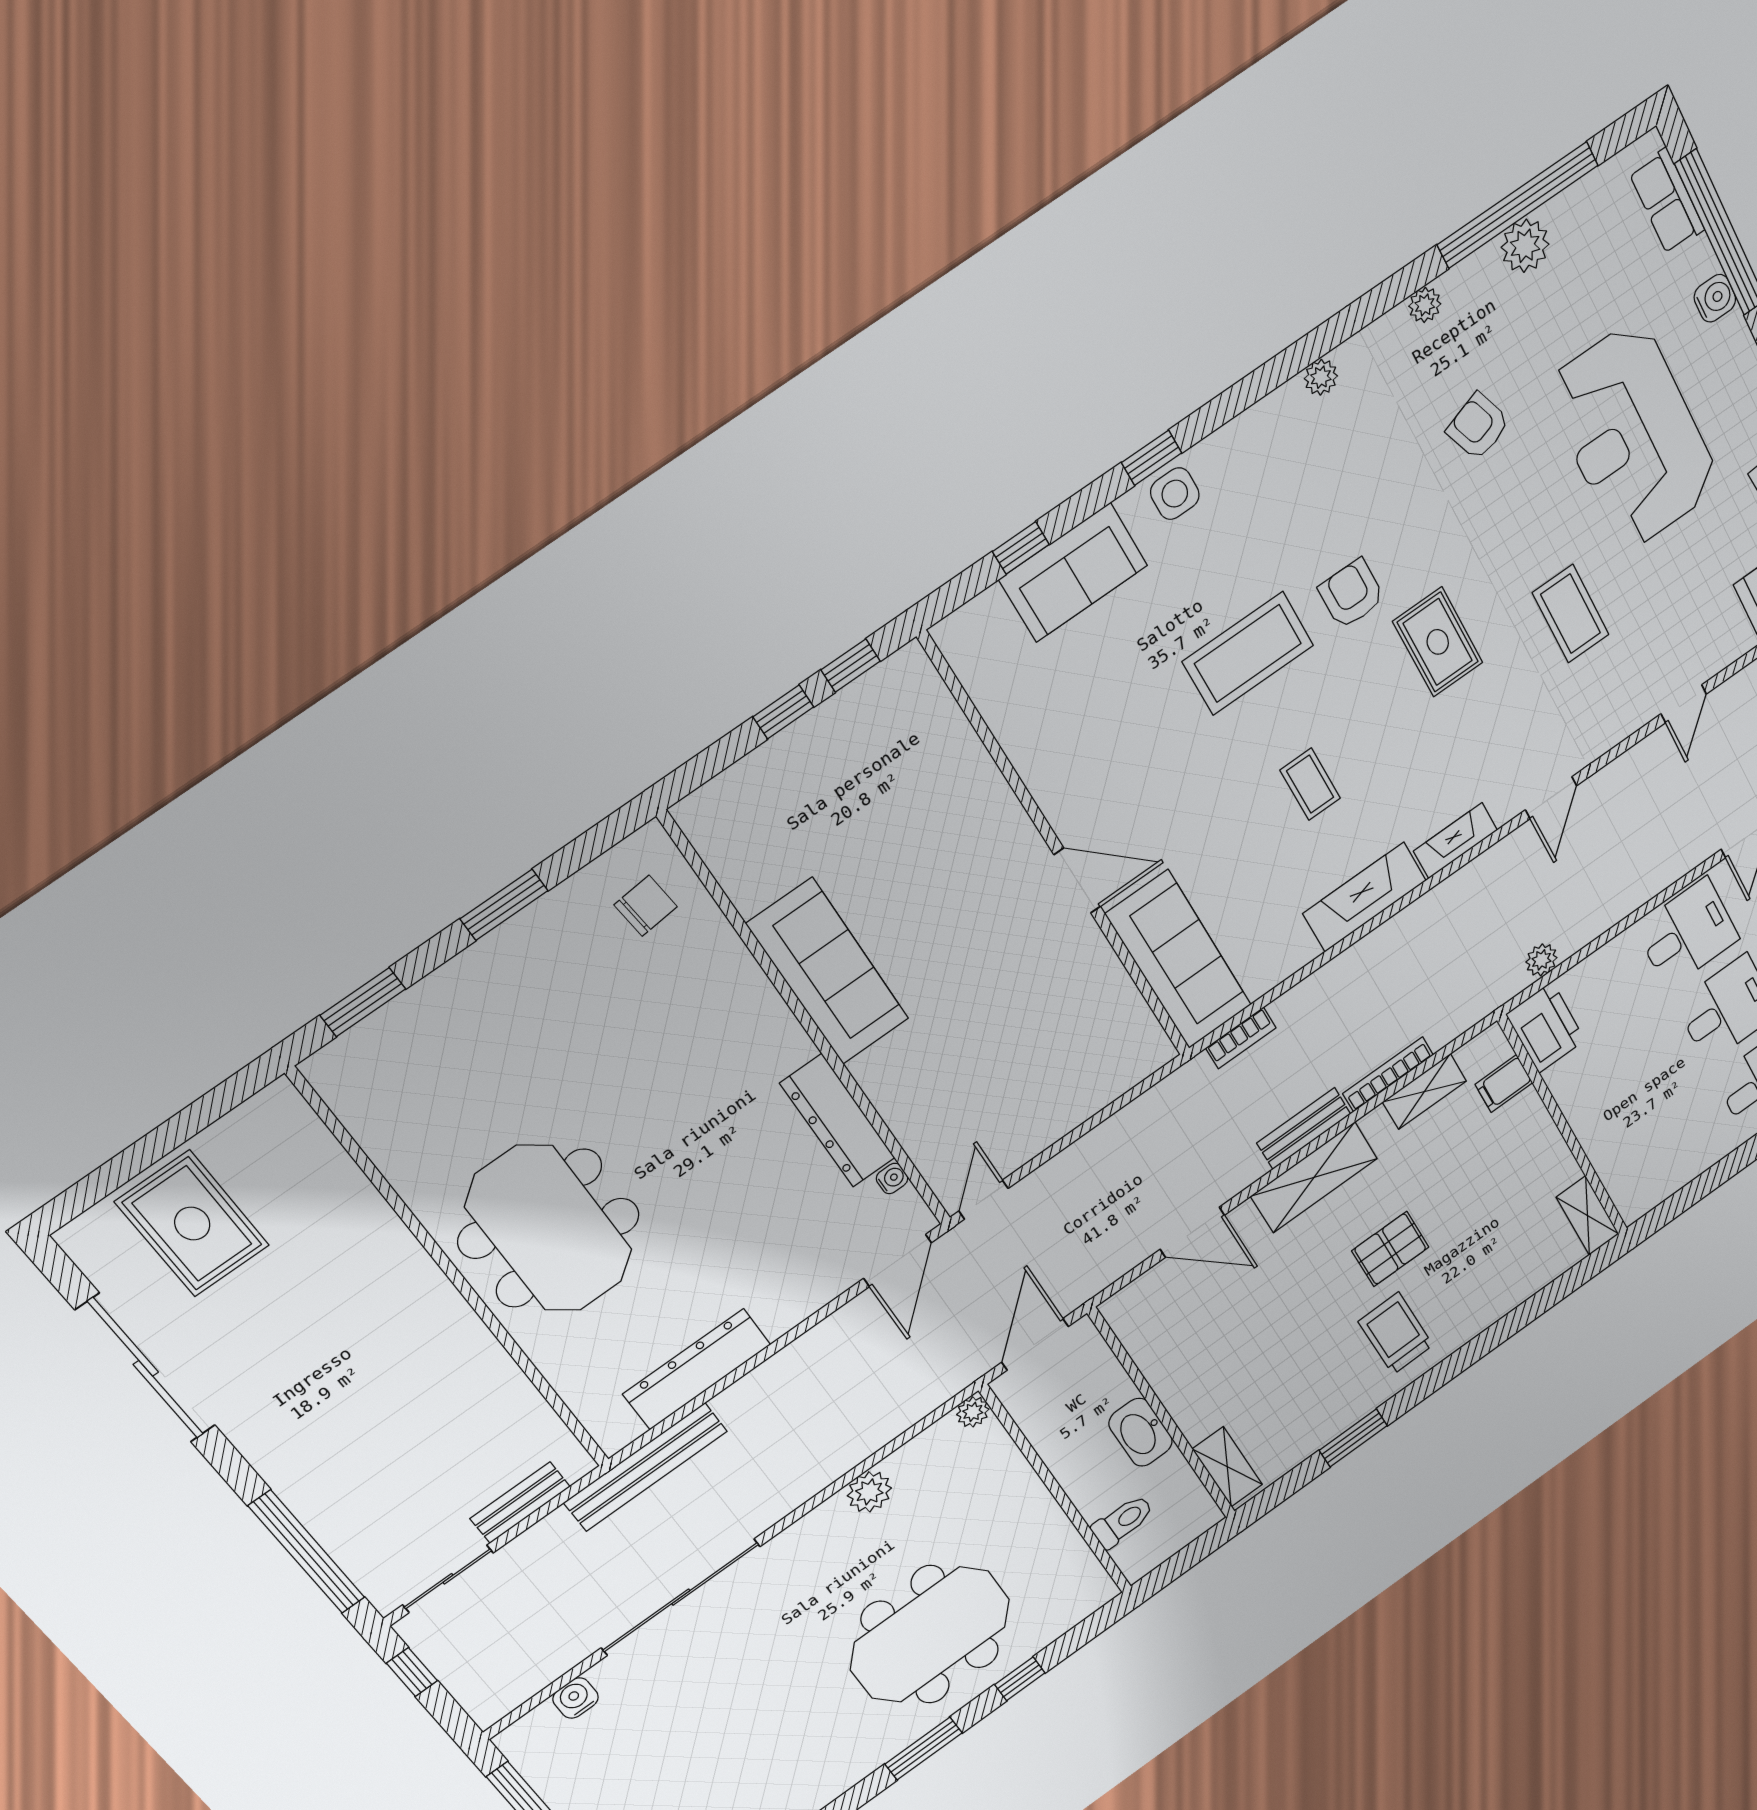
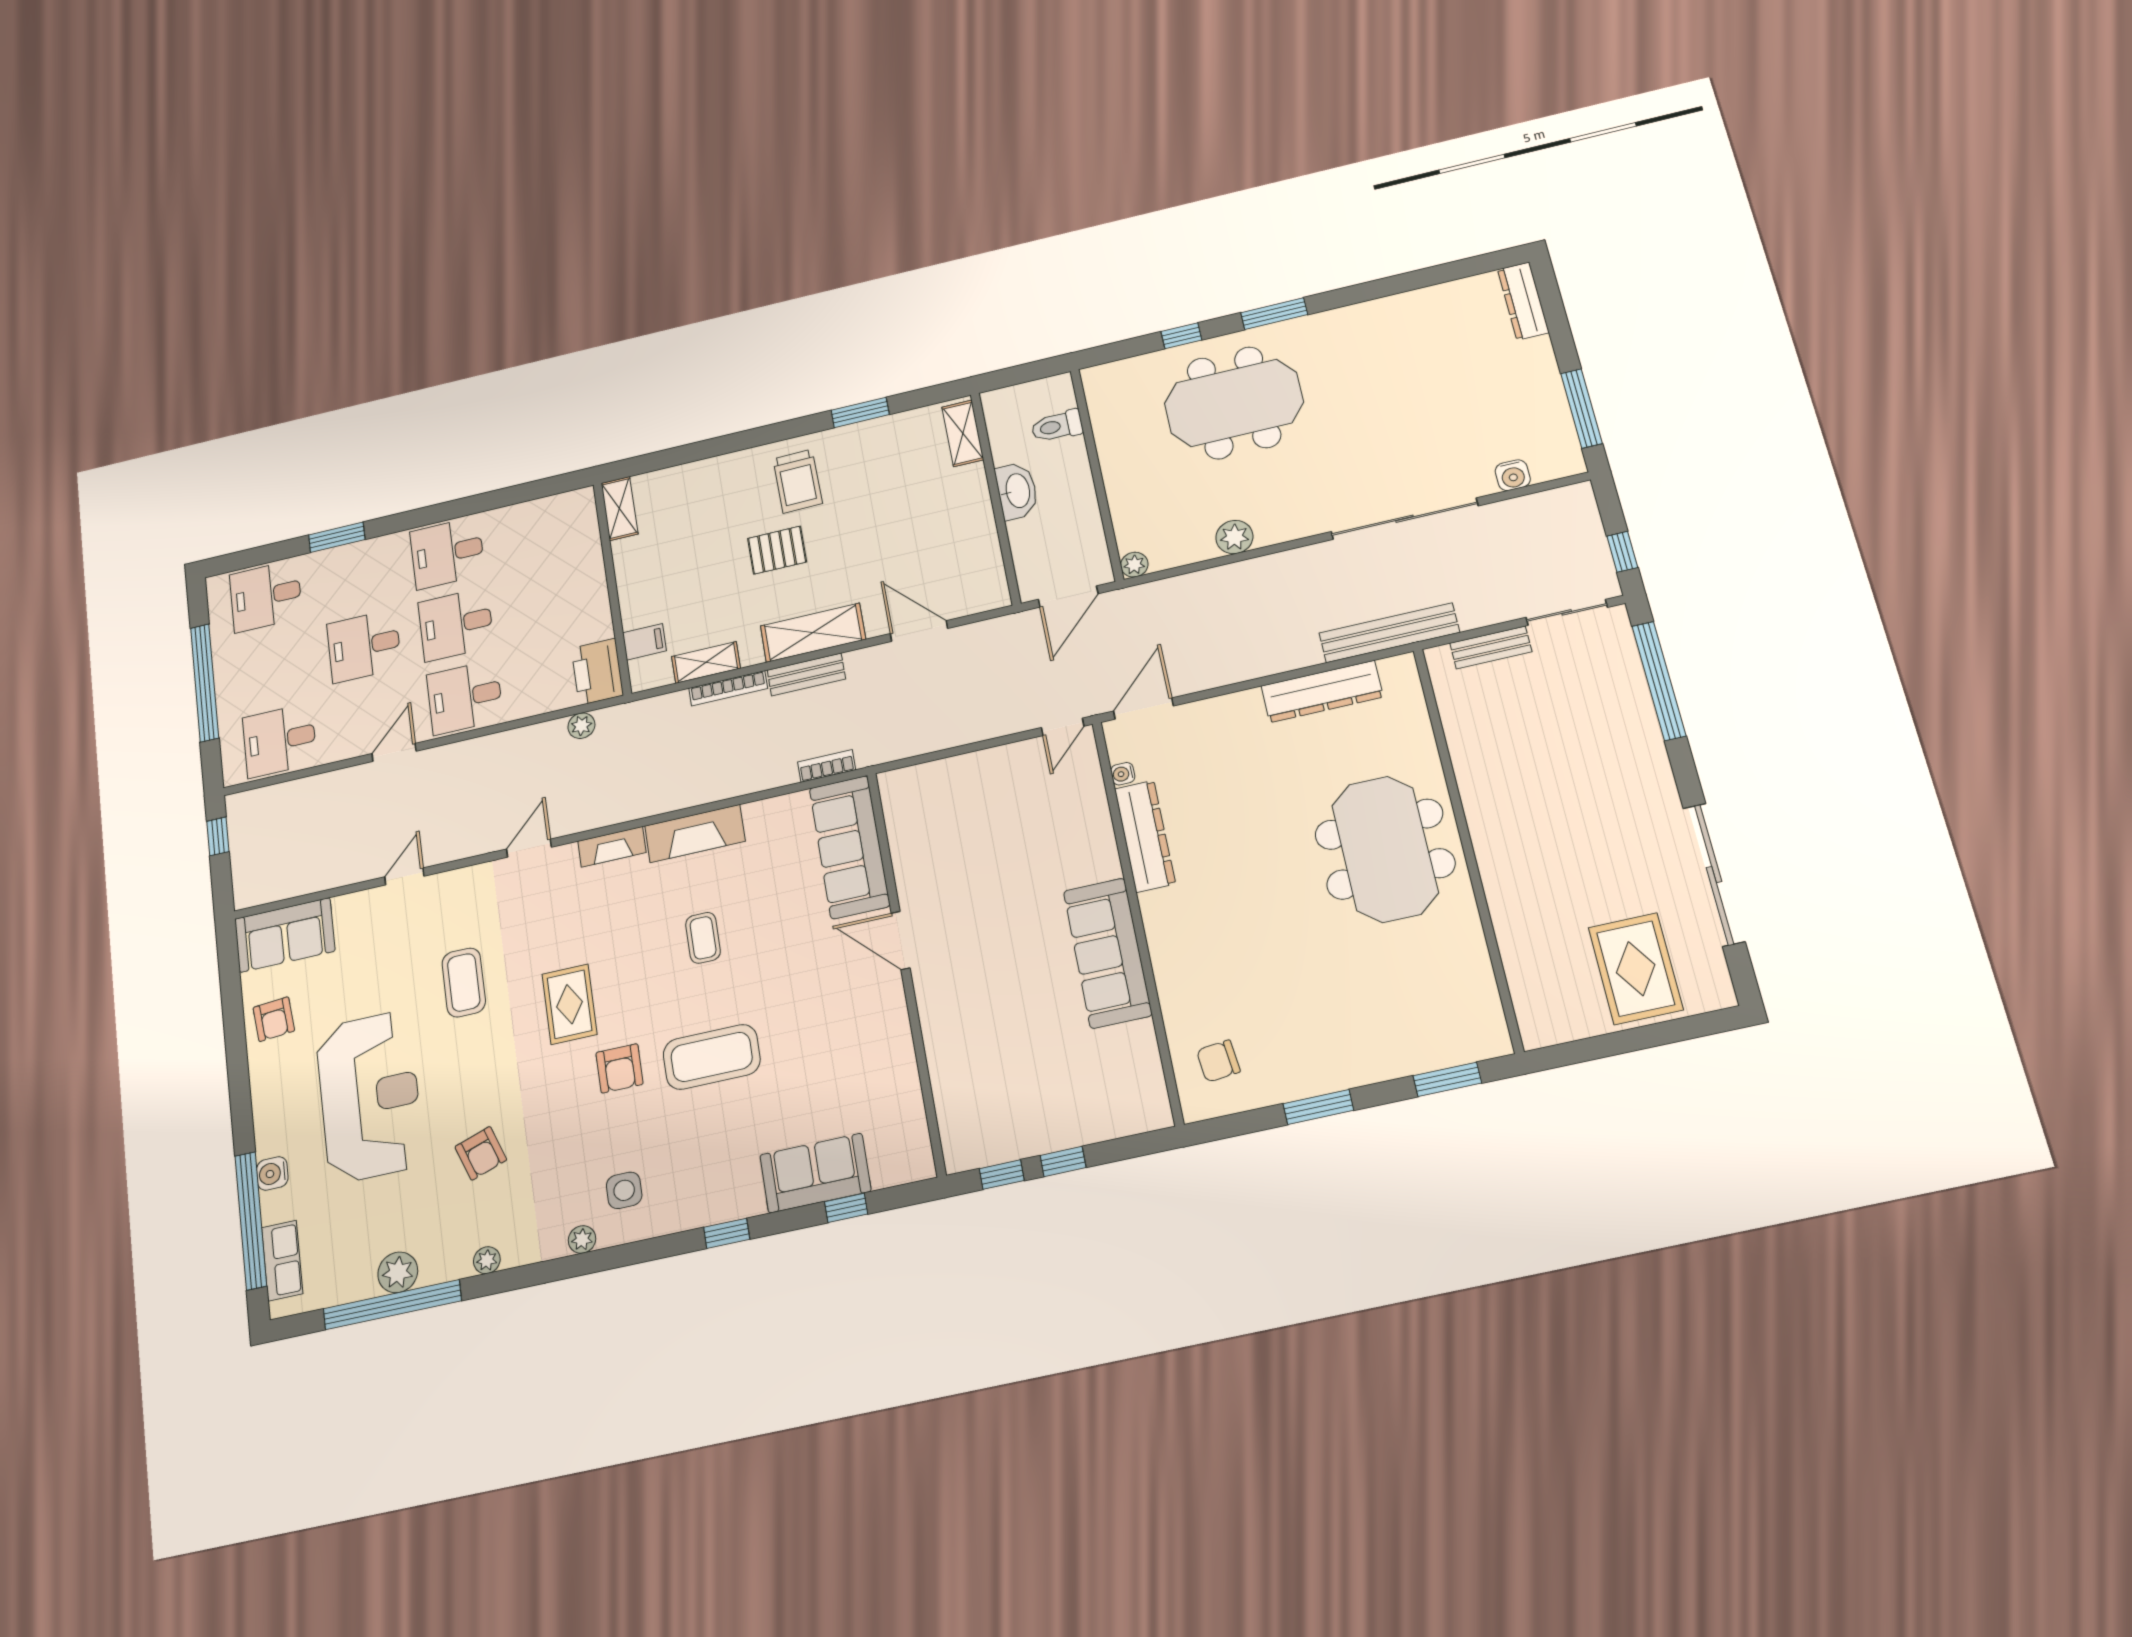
side table: (1175, 494) -> (624, 1190), moved

